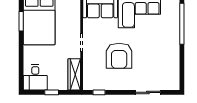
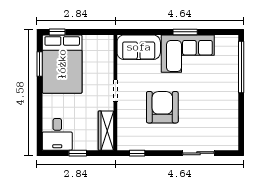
armchair: (119, 56) -> (162, 107), turned 180

